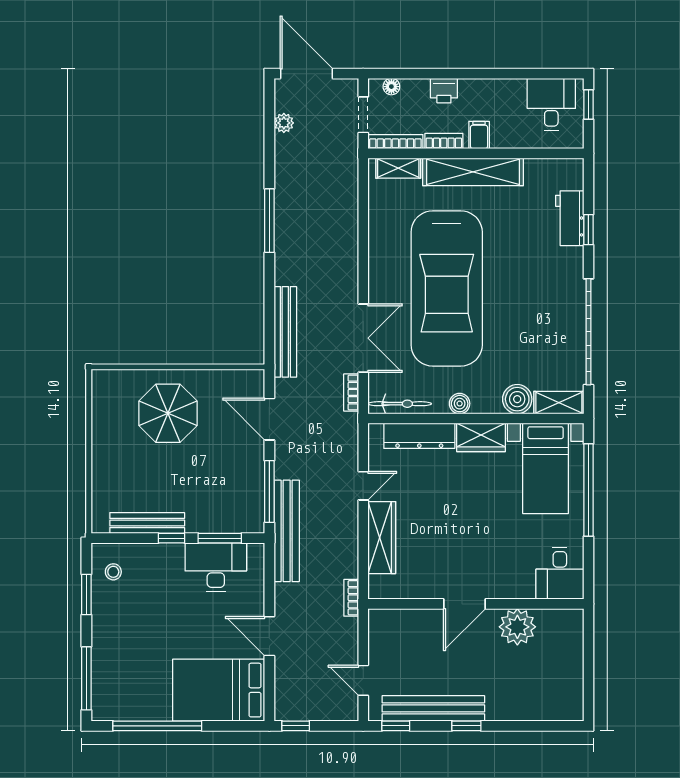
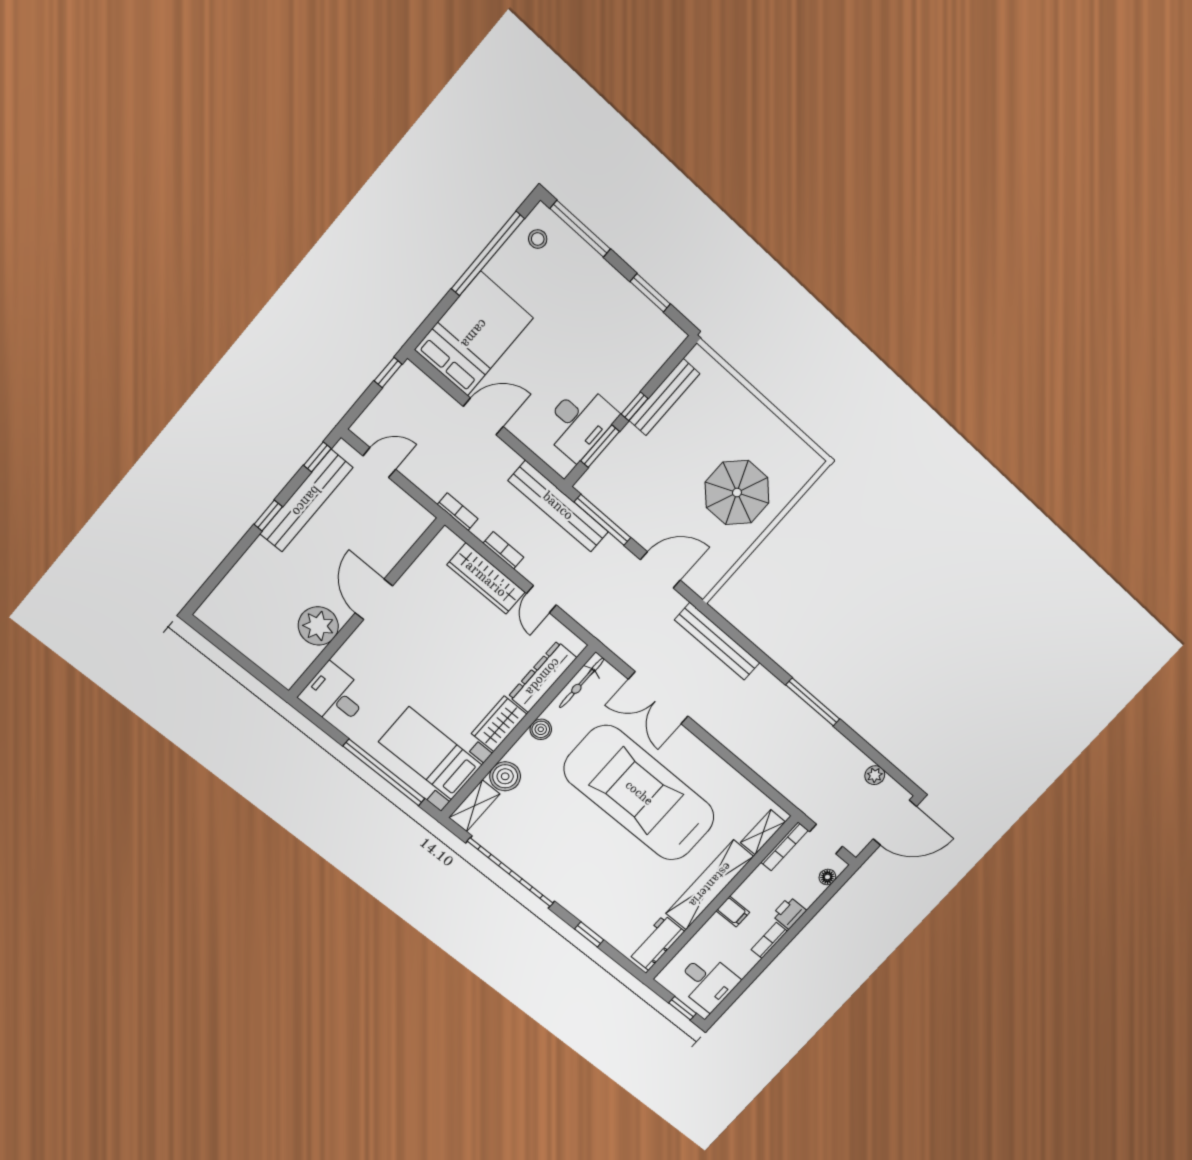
bookcase: (444, 141) -> (769, 940), moved, turned 180
workbench: (570, 218) -> (656, 943), moved, turned -90
bookcase: (351, 392) -> (503, 550), moved
stool: (113, 572) -> (538, 239), moved

